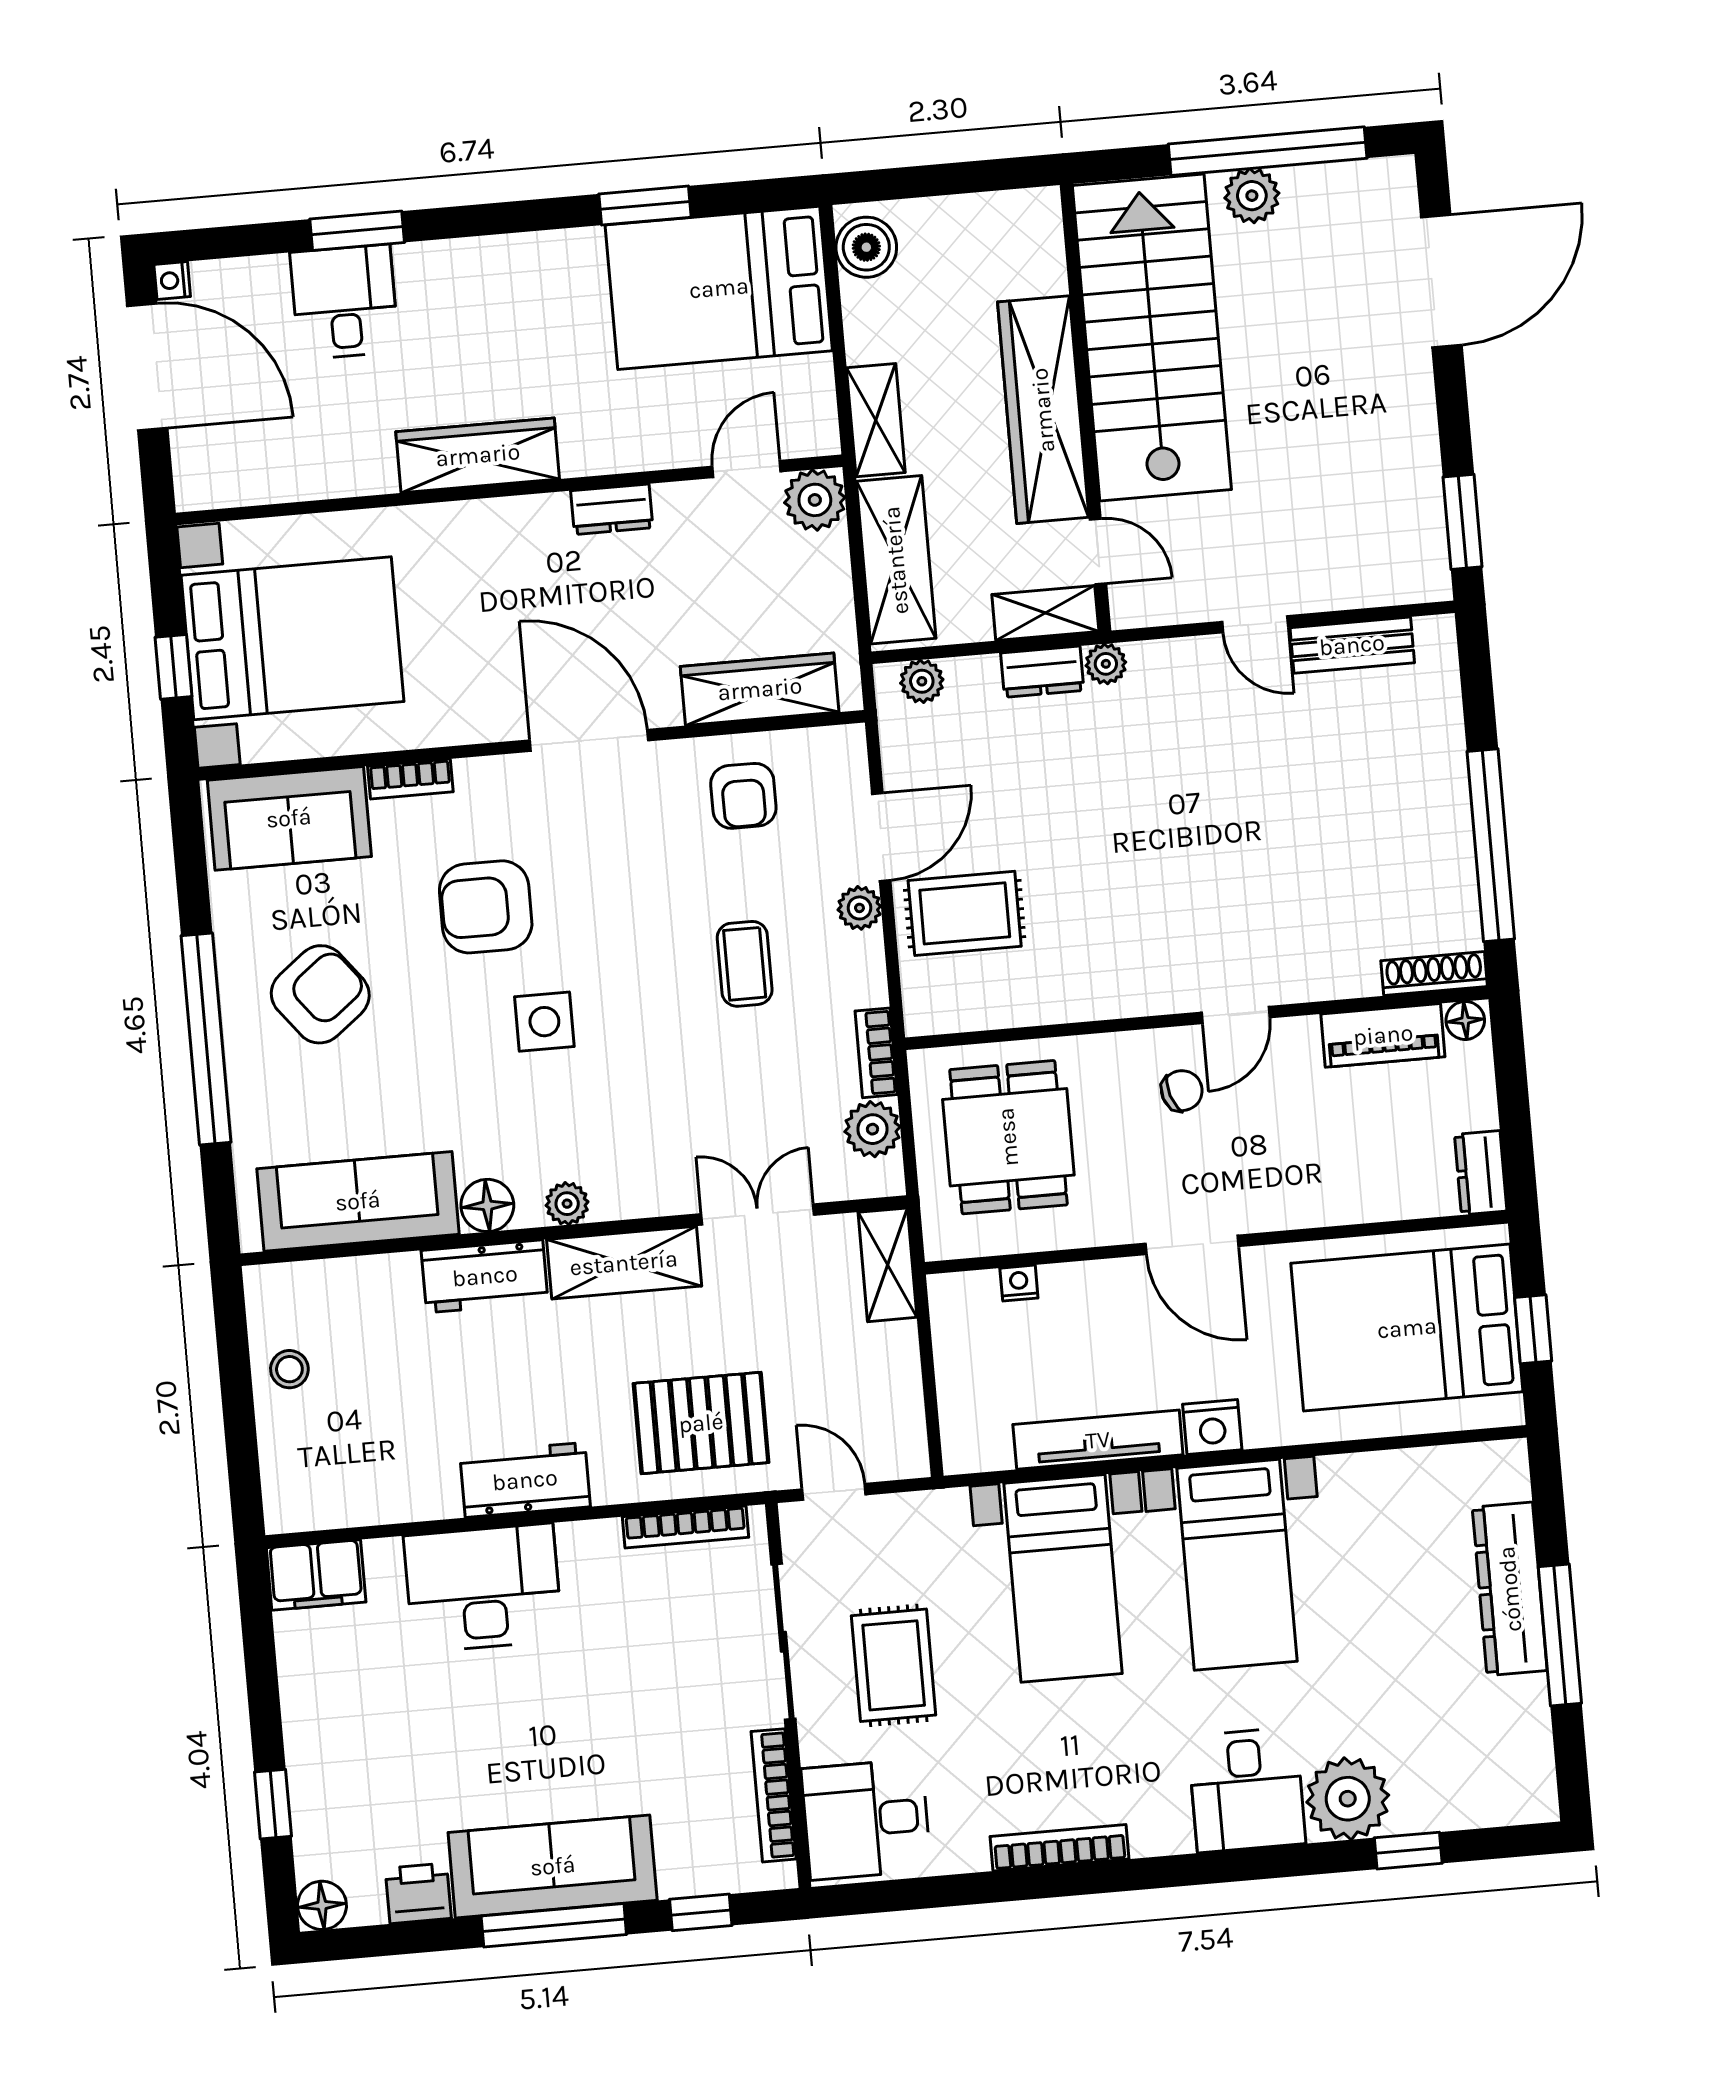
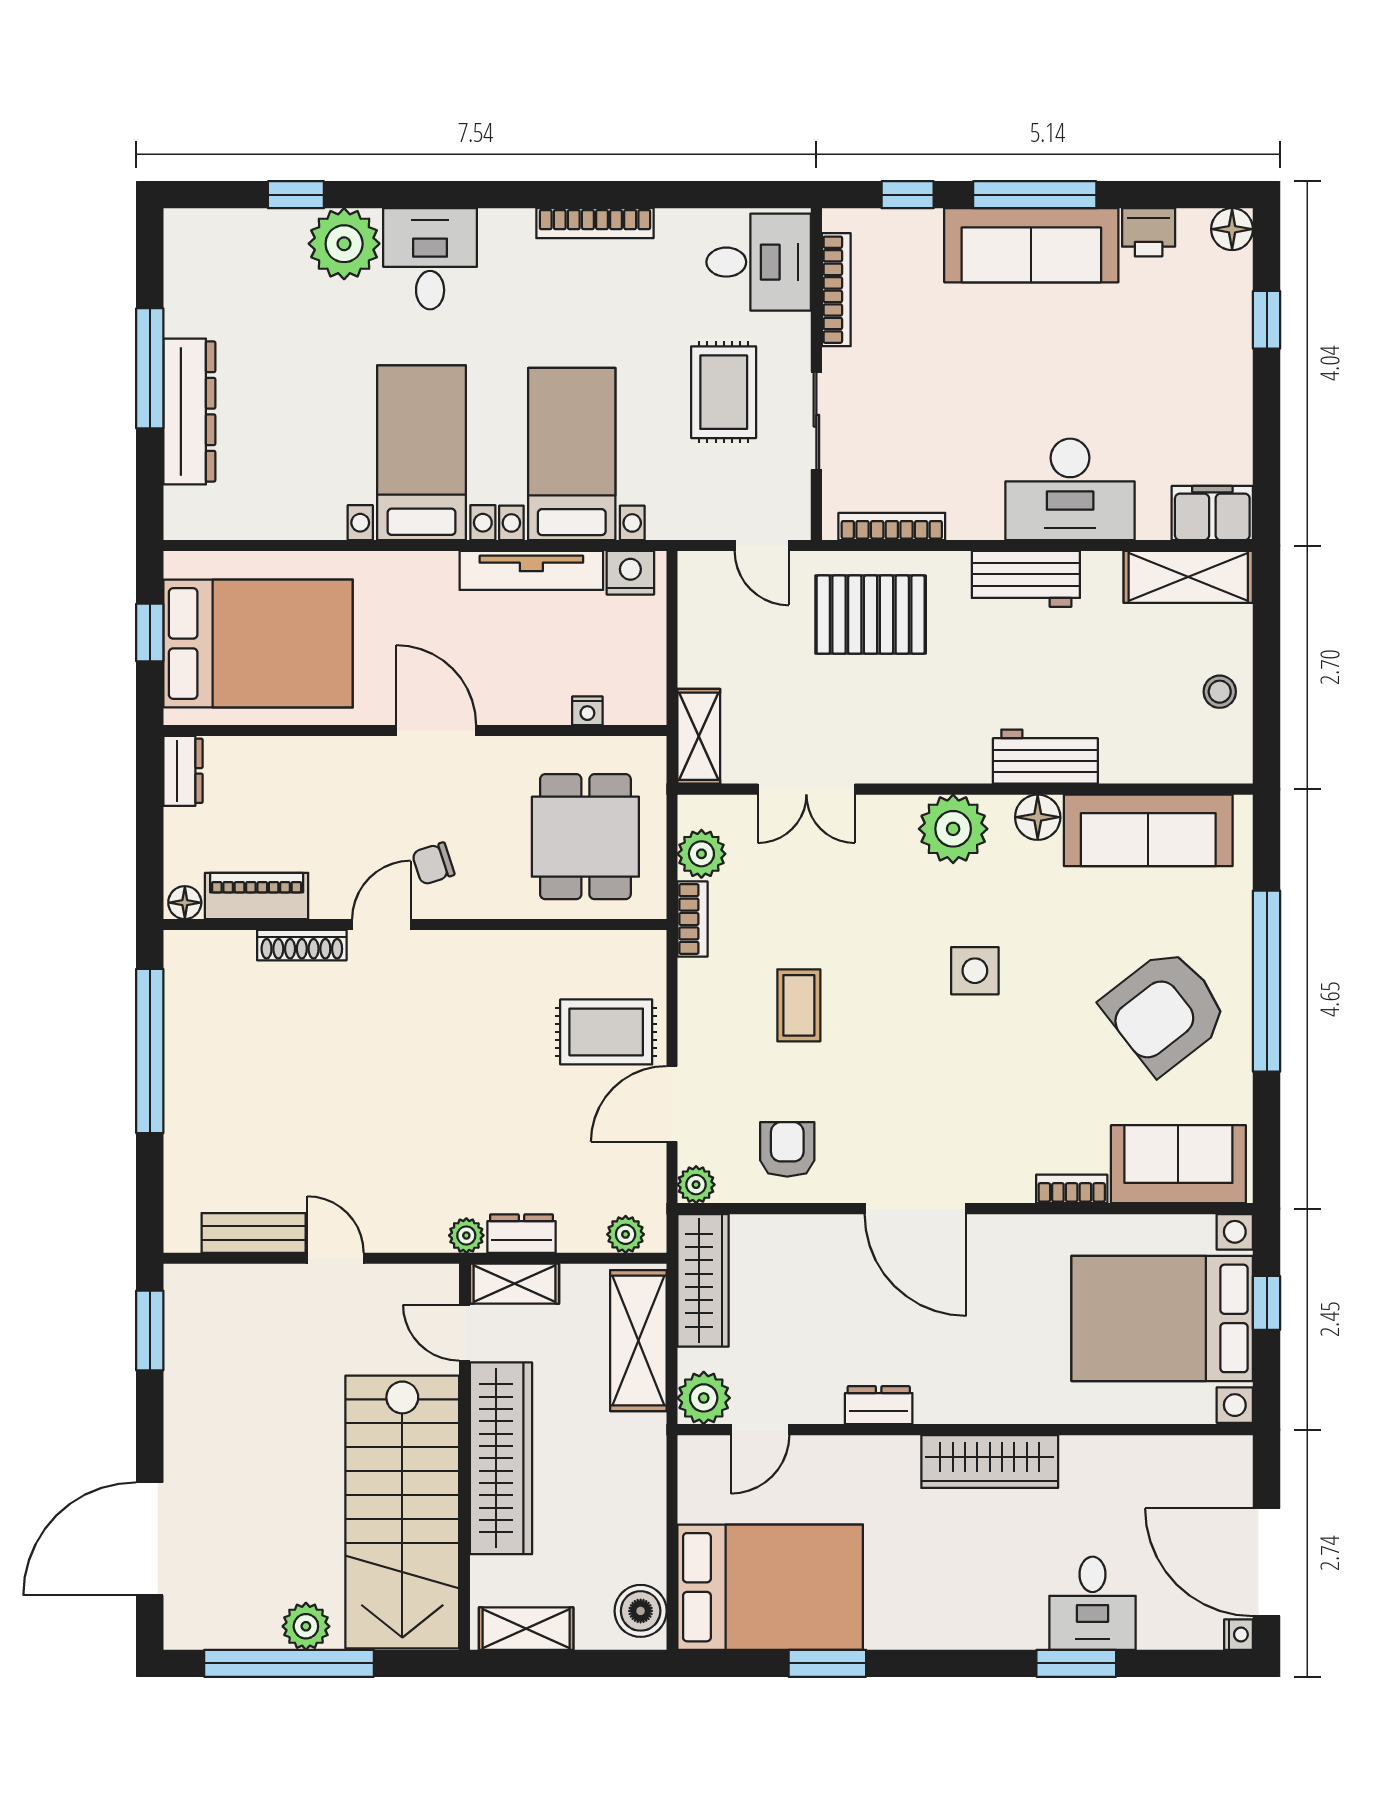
shelving: (876, 420) -> (526, 1629), moved, turned 90
wardrobe: (760, 689) -> (703, 1280), moved, turned -90
armchair: (486, 907) -> (1017, 1074), removed
plant: (859, 908) -> (696, 1185), moved
shoe rack: (1434, 974) -> (302, 945), moved
armchair: (320, 994) -> (1165, 1011), width x1.36, depth x1.36
plant: (567, 1204) -> (953, 829), width x1.88, depth x1.88
shelving: (624, 1263) -> (1188, 577), moved
nightstand: (1212, 1427) -> (630, 573), moved
sliding door: (783, 1642) -> (816, 421), width x0.73

